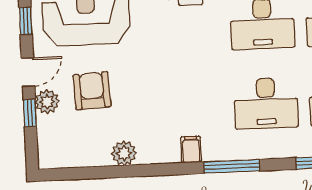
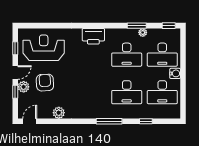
filing cabinet: (191, 149) -> (90, 112), removed
door: (64, 174) -> (30, 121), added

